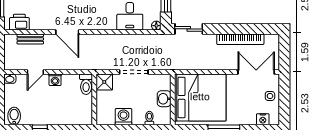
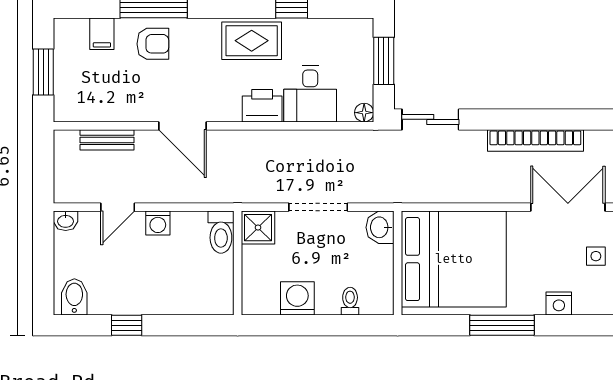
printer: (19, 22) -> (262, 106), moved
washbasin: (164, 99) -> (380, 227), moved
nightstand: (263, 119) -> (559, 304), moved

